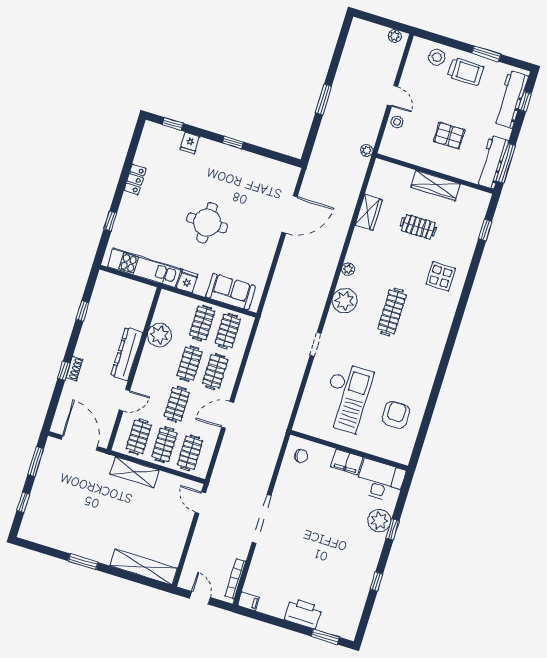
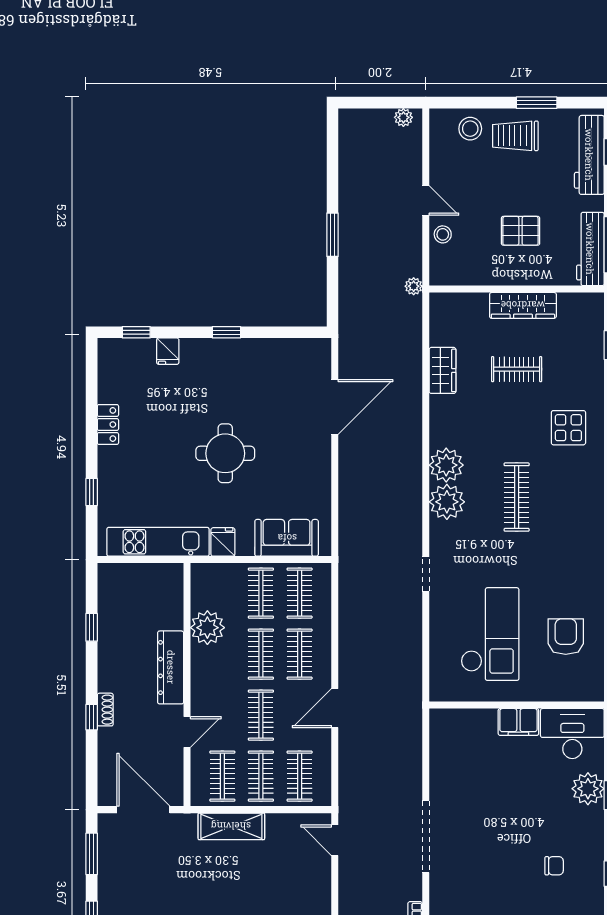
trolley: (465, 71) -> (515, 136), turned 180
plant: (348, 269) -> (446, 465), width x1.88, depth x1.88
chair: (301, 456) -> (554, 866), moved

